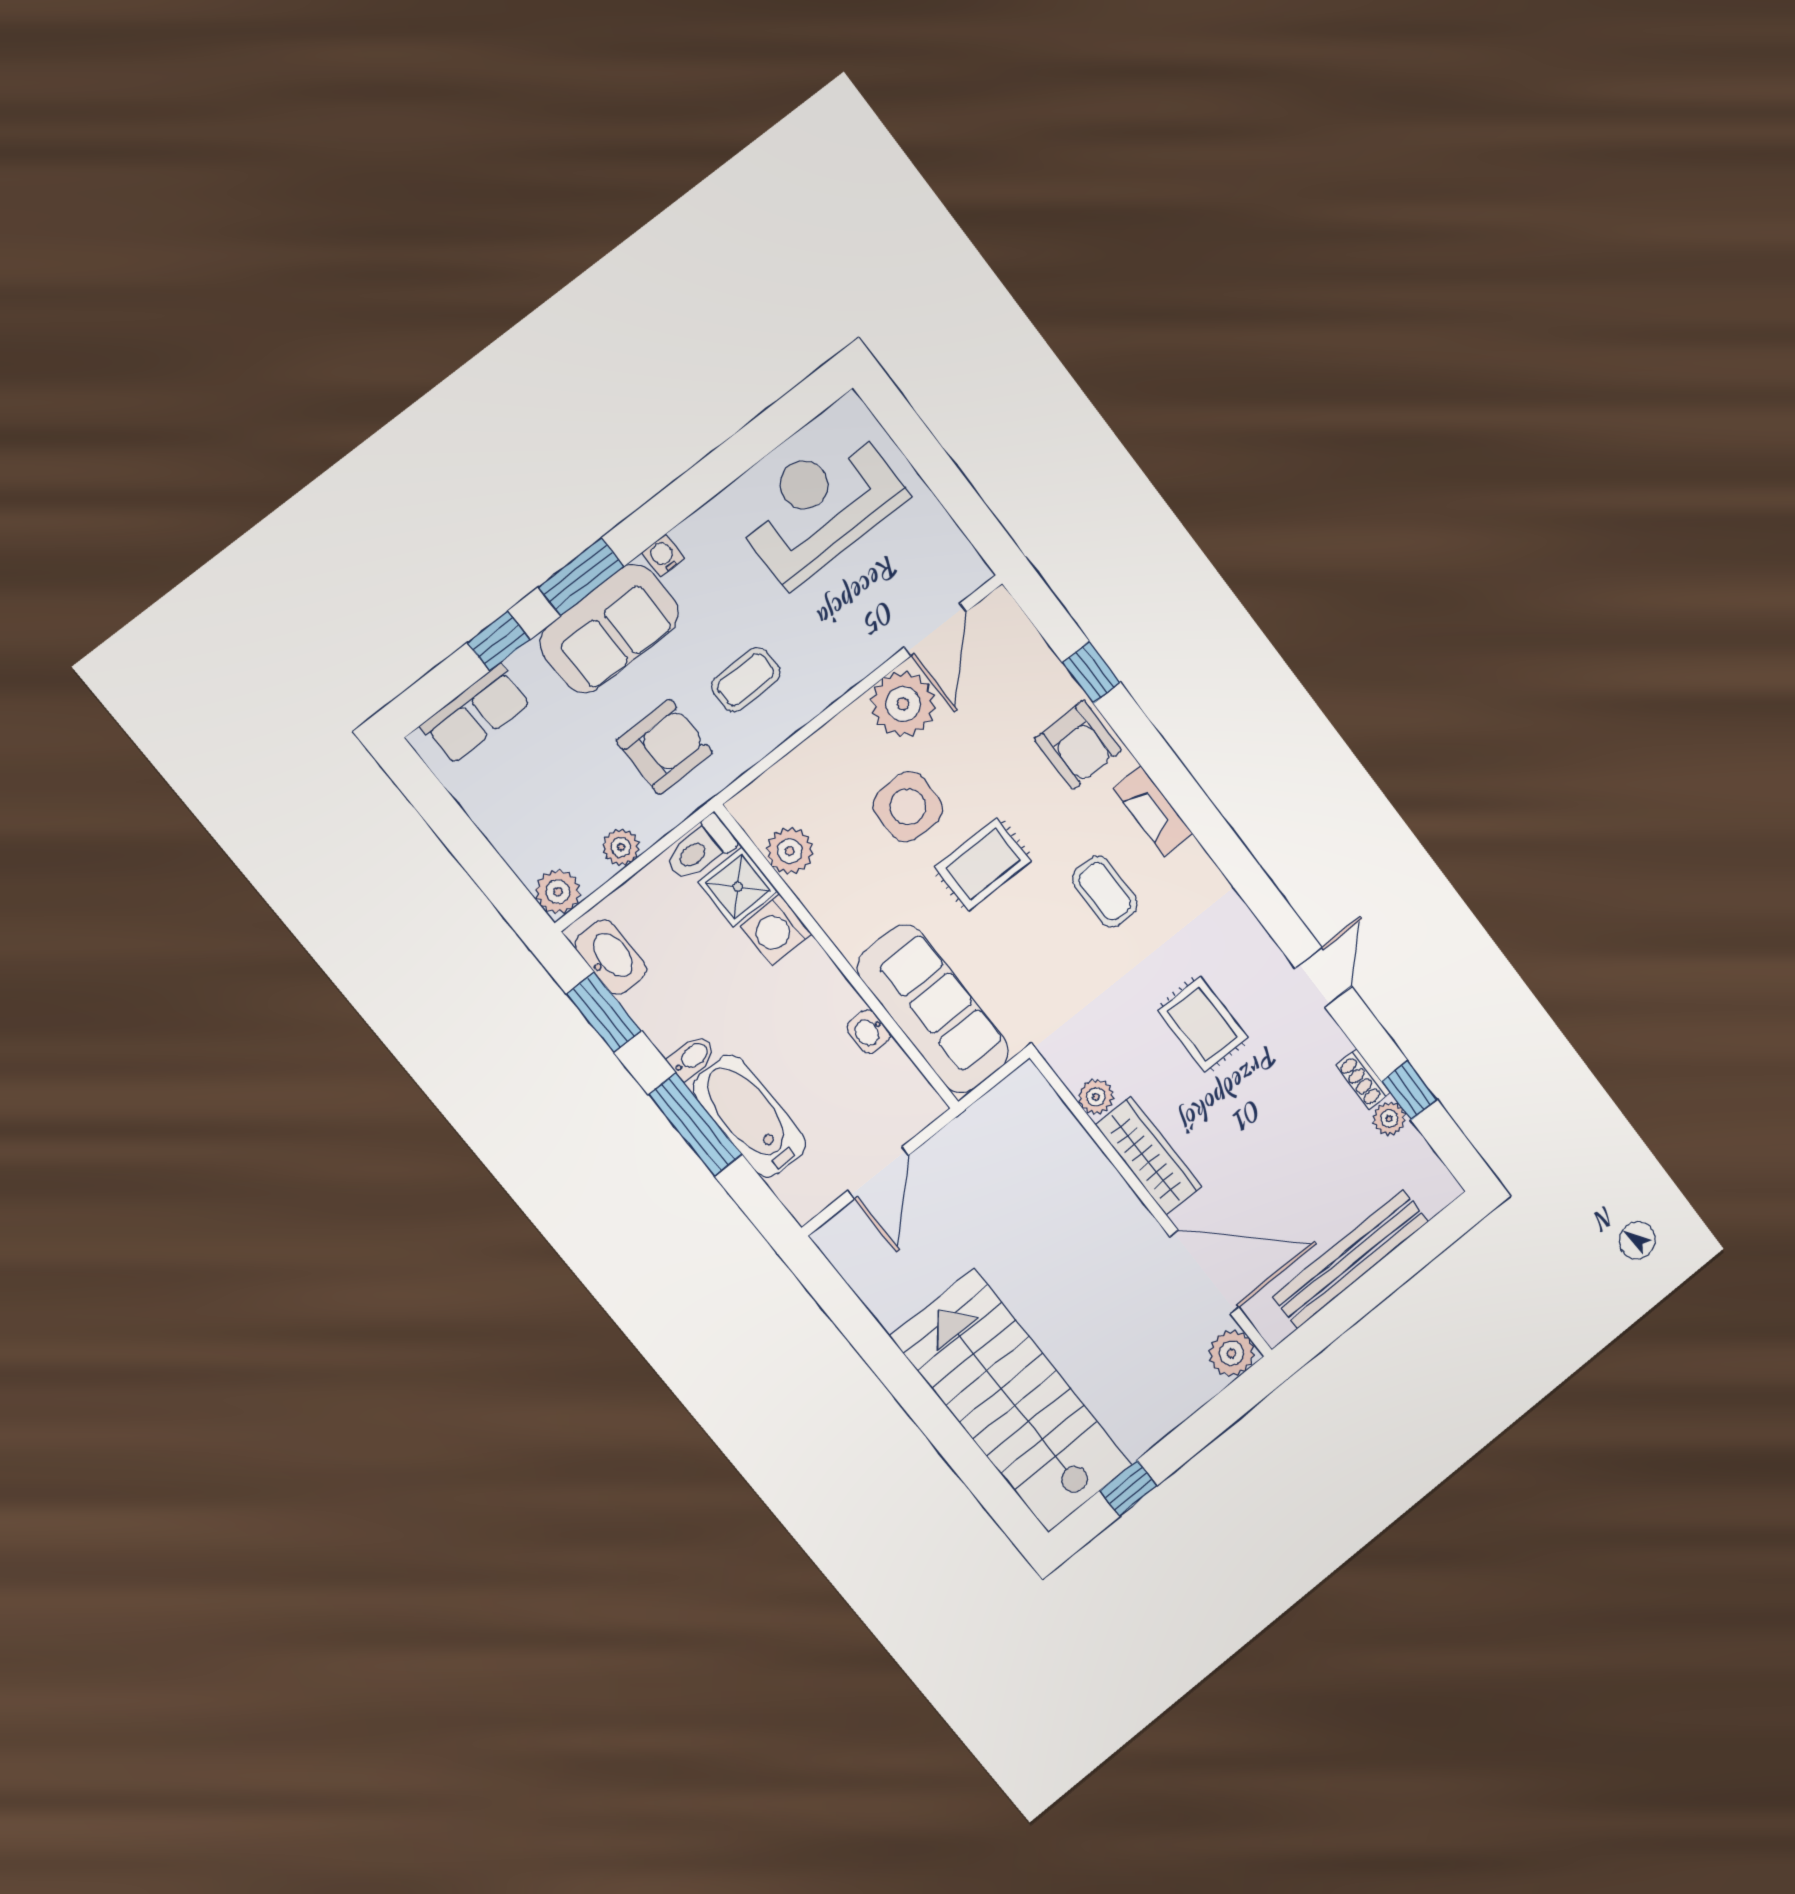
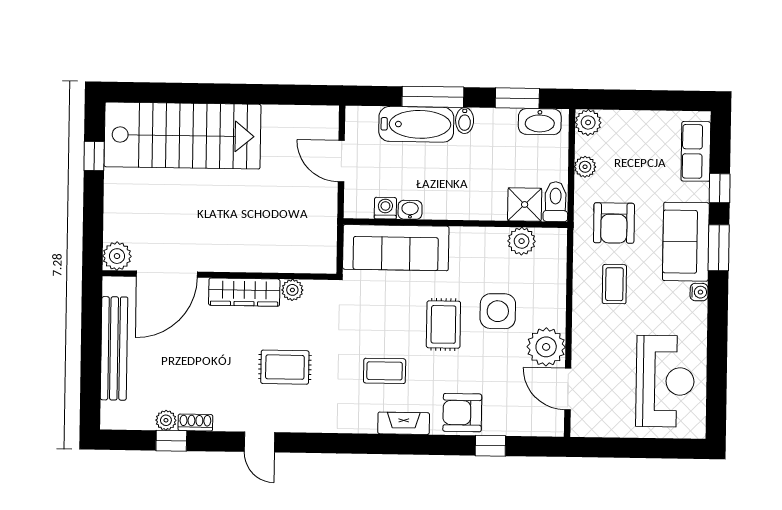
washing machine: (776, 930) -> (385, 208), moved, width x0.73, depth x0.73

